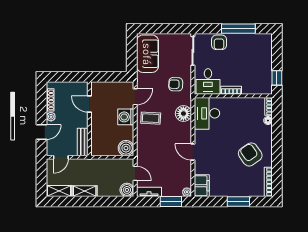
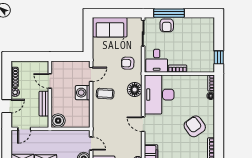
window: (238, 29) -> (169, 13), moved
sofa: (147, 54) -> (110, 27), moved, turned 90
desk: (207, 113) -> (159, 95), width x1.36, depth x1.30
bench: (83, 142) -> (44, 104), moved
boiler: (126, 148) -> (58, 121), moved

